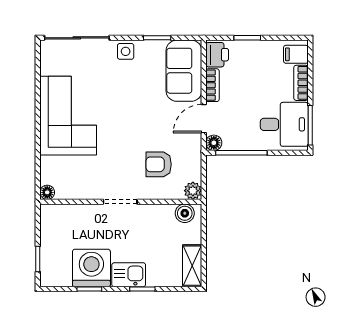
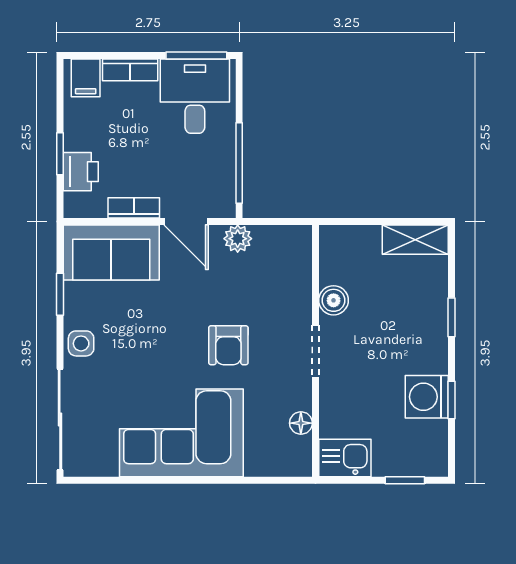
printer: (217, 55) -> (81, 172), moved, turned 90
floor lamp: (214, 143) -> (224, 206), removed
armchair: (159, 164) -> (228, 345), moved
plant: (193, 191) -> (238, 239), moved
floor lamp: (47, 192) -> (301, 423), moved
boiler: (185, 213) -> (334, 300), moved
washing machine: (91, 268) -> (427, 397), width x0.73, depth x0.73
kitchen sink: (129, 275) -> (345, 458), moved, turned 90

